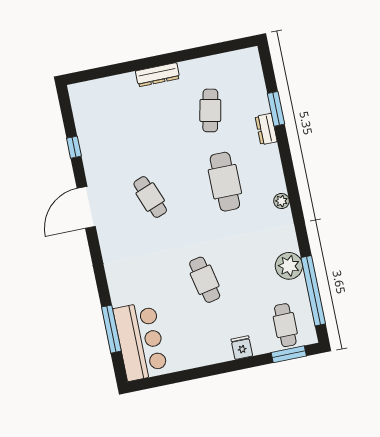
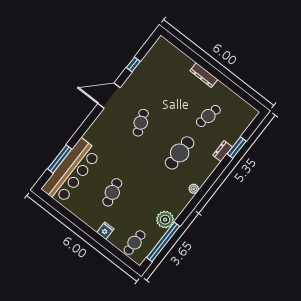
cafe table: (205, 280) -> (112, 192), moved
bar counter: (140, 341) -> (71, 171), width x1.36
window: (289, 354) -> (122, 256), removed

